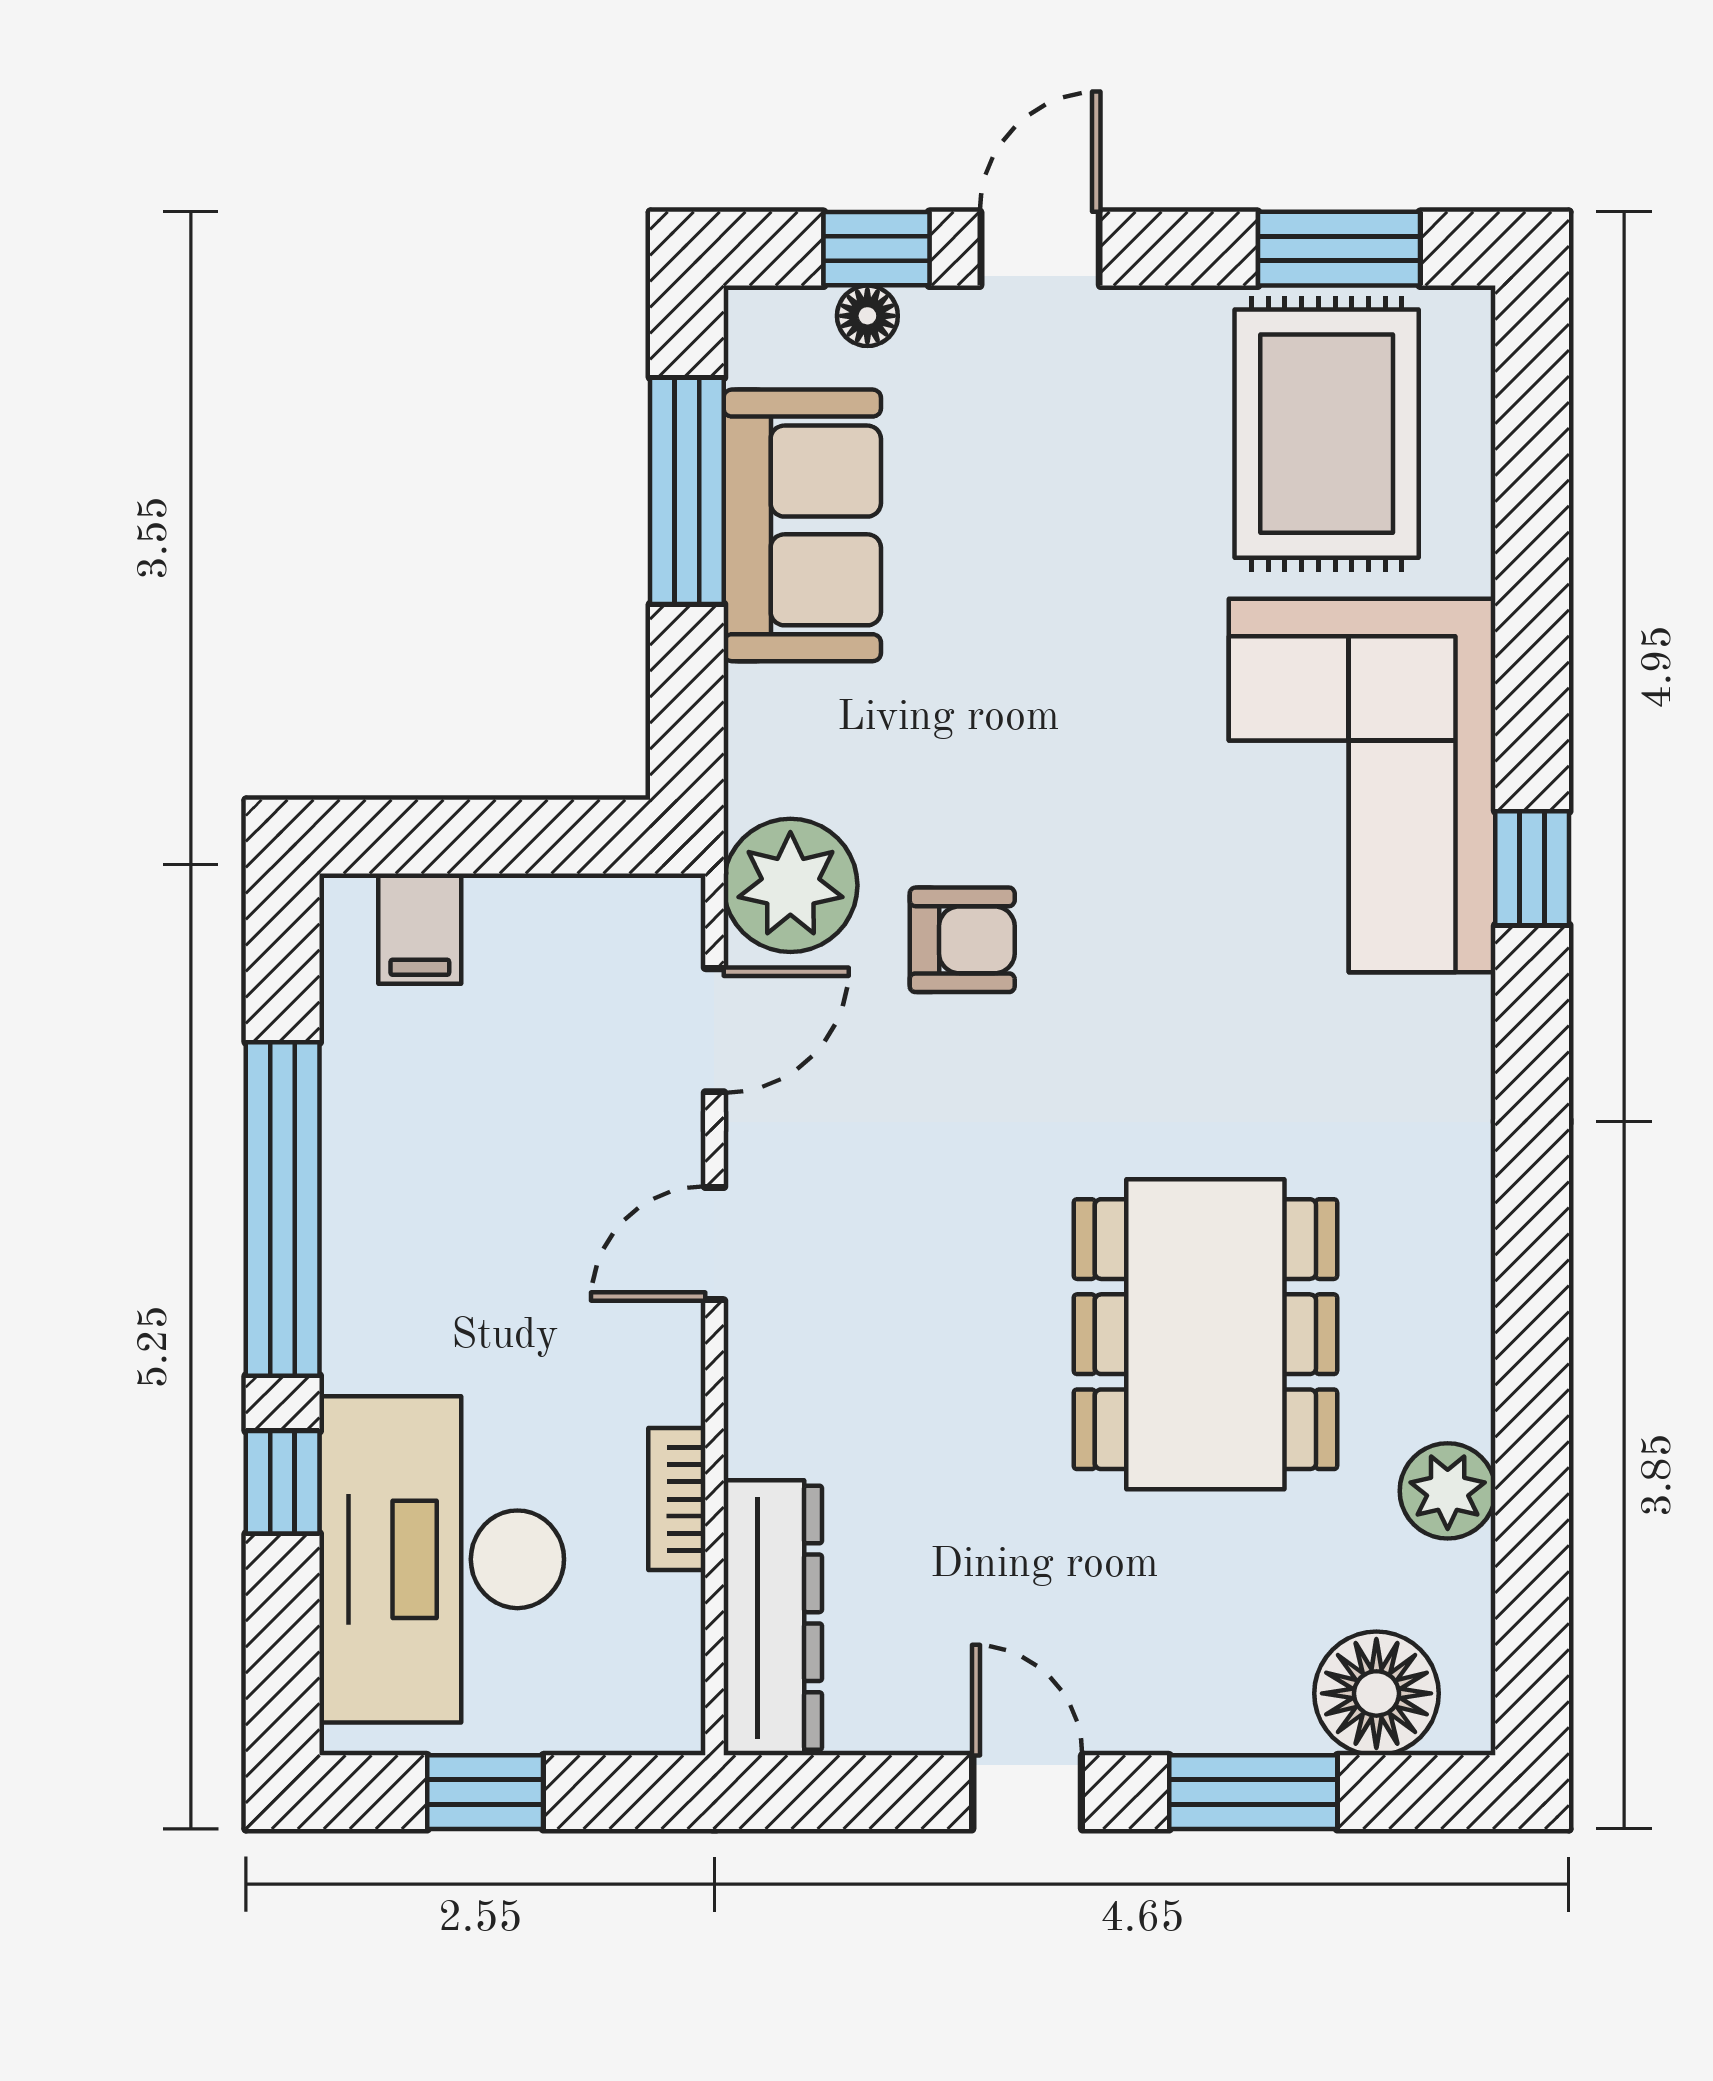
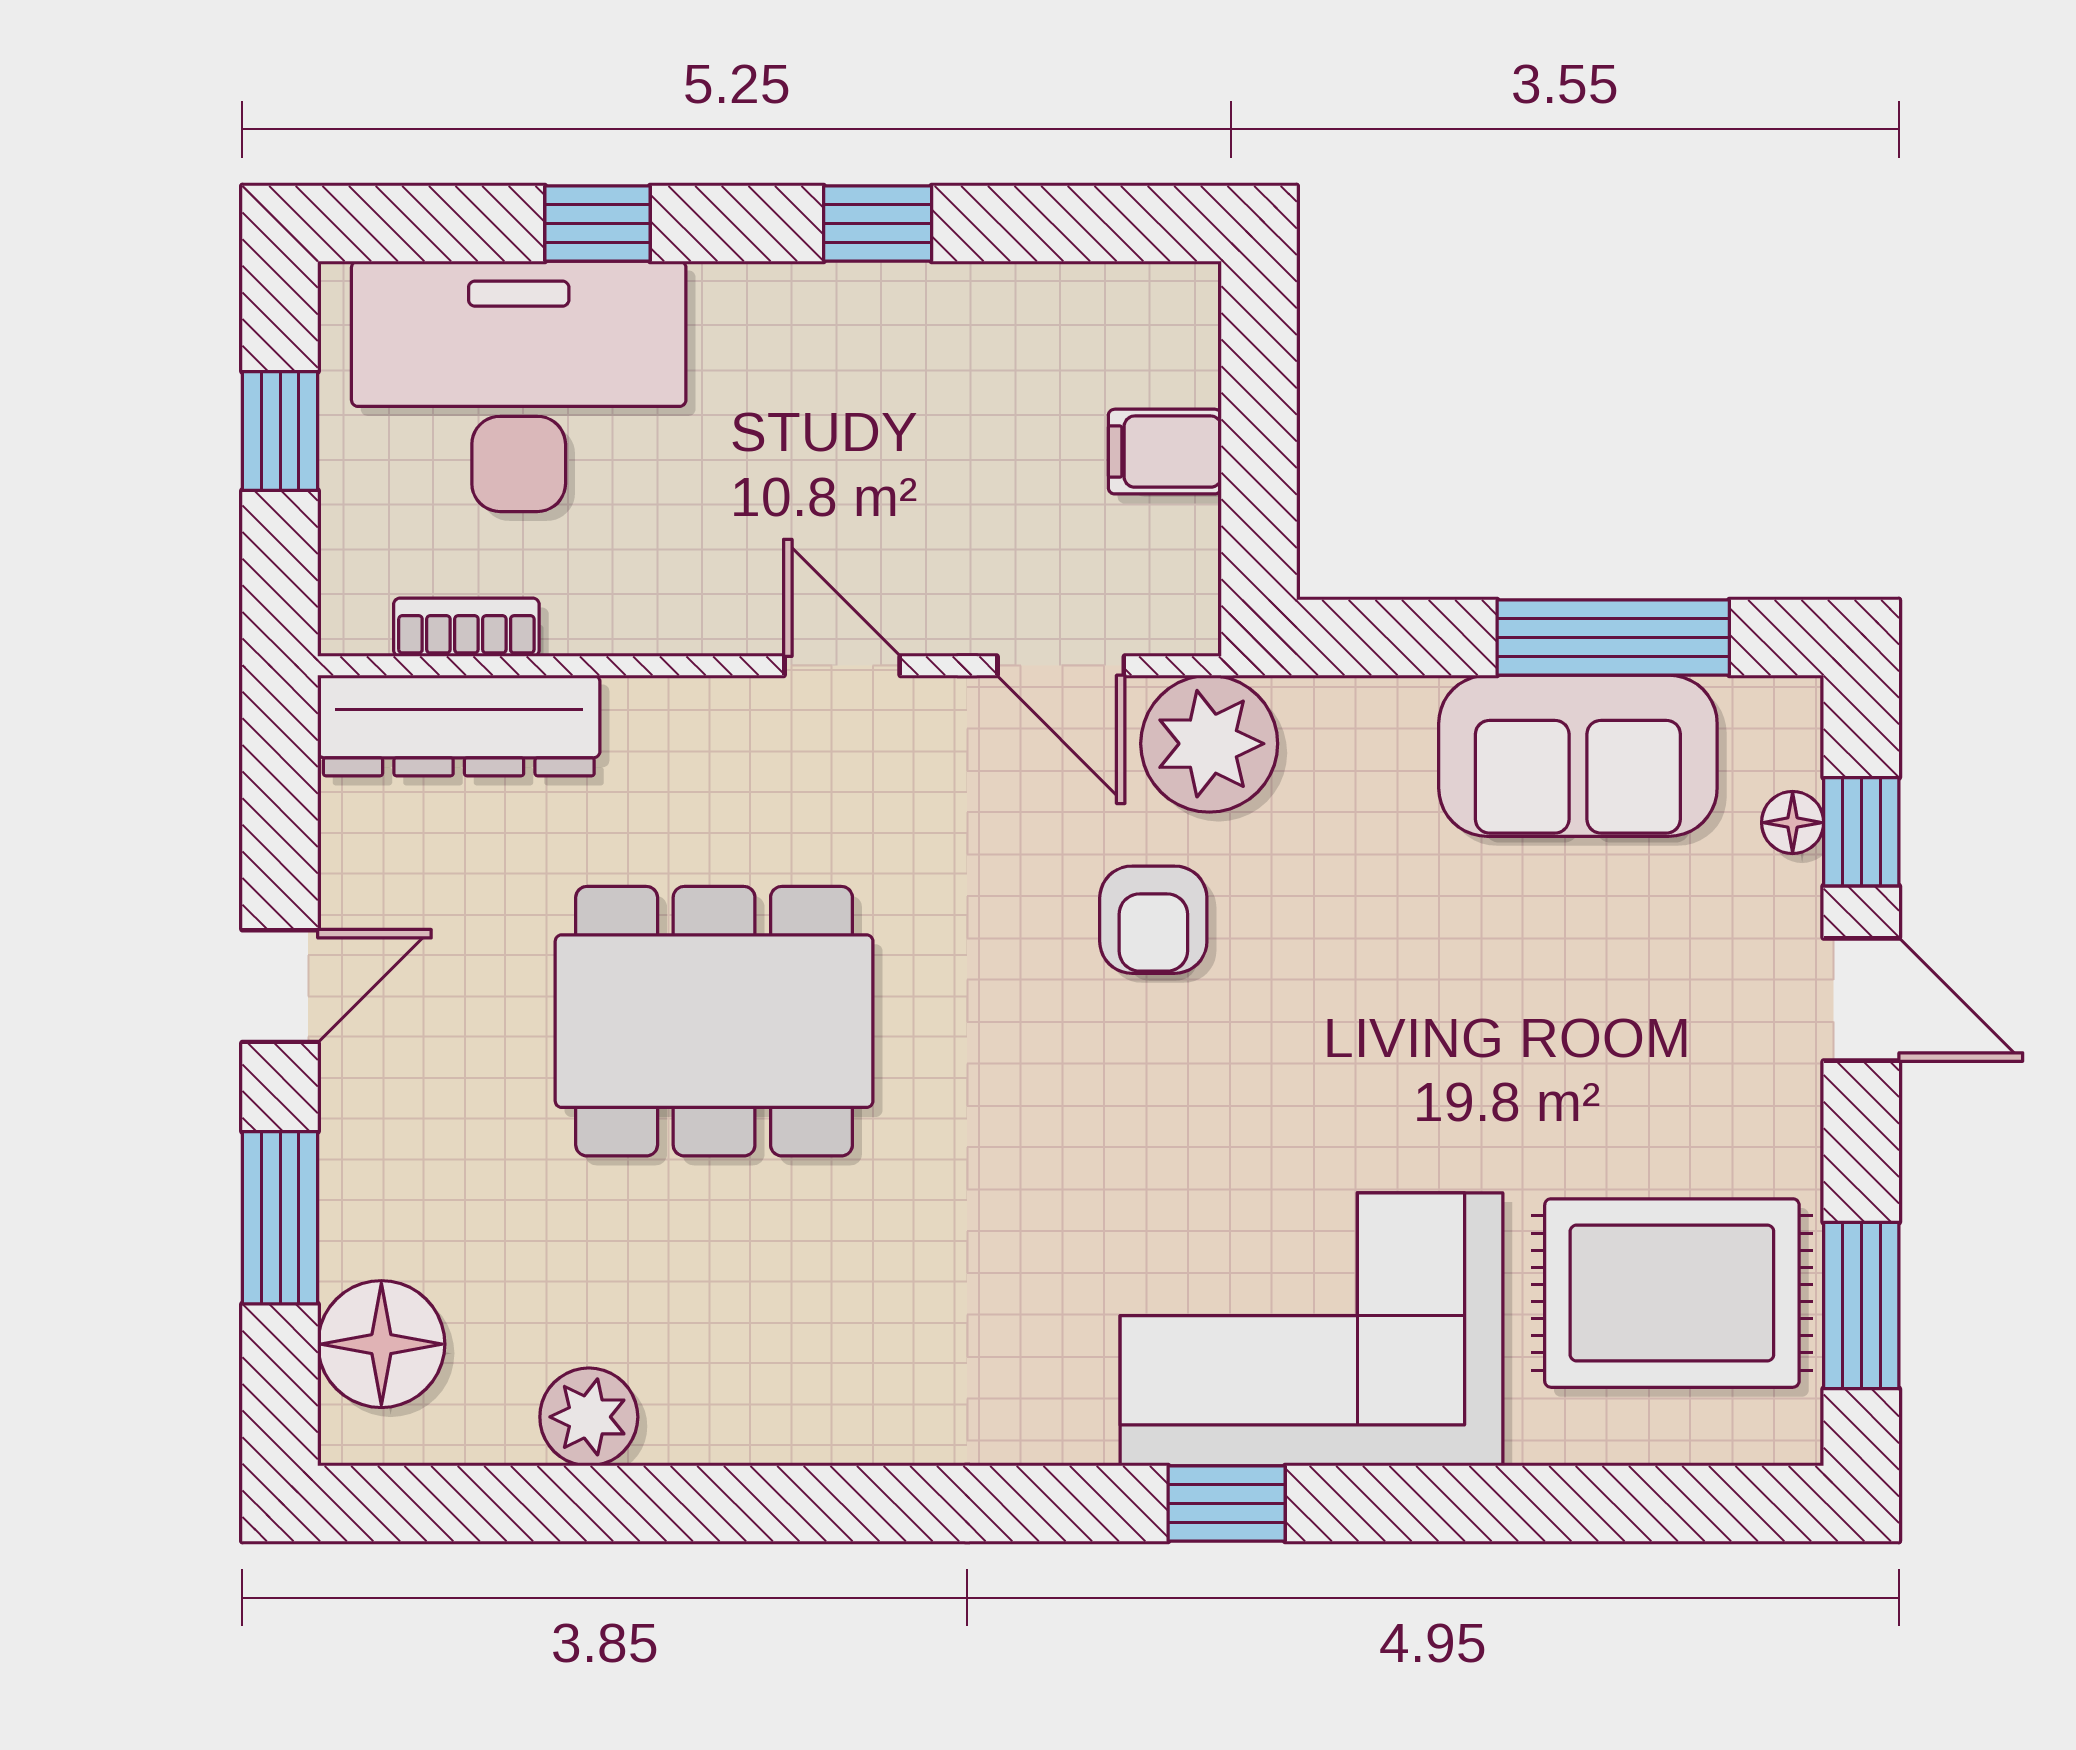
filing cabinet: (420, 929) -> (1165, 452), moved
window: (283, 1209) -> (878, 223), width x0.32
dining table: (1205, 1334) -> (714, 1021), moved
bookcase: (677, 1499) -> (466, 627), moved

